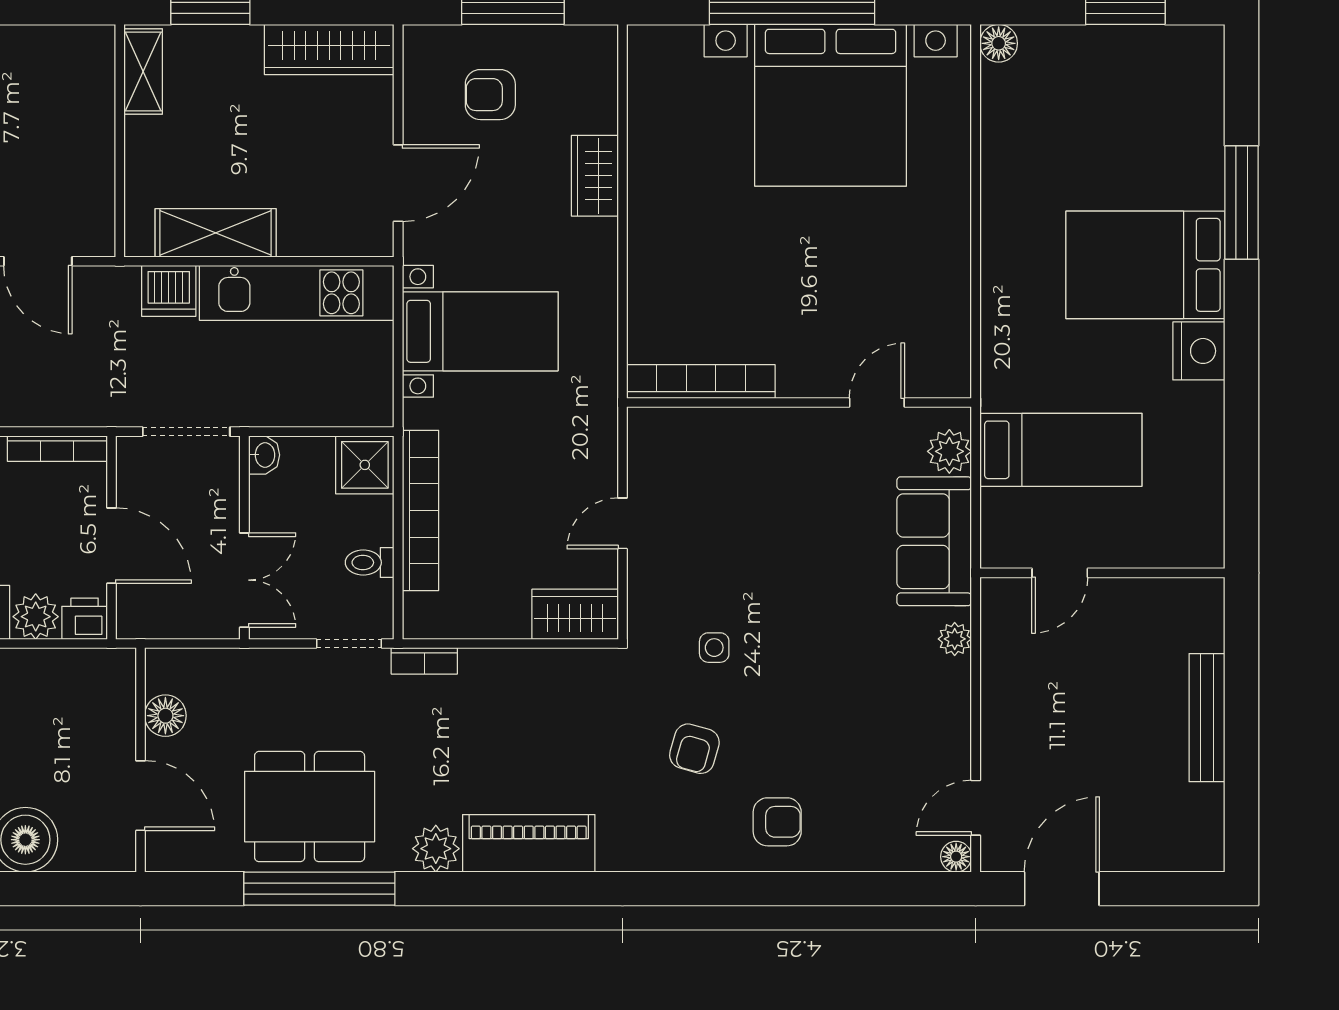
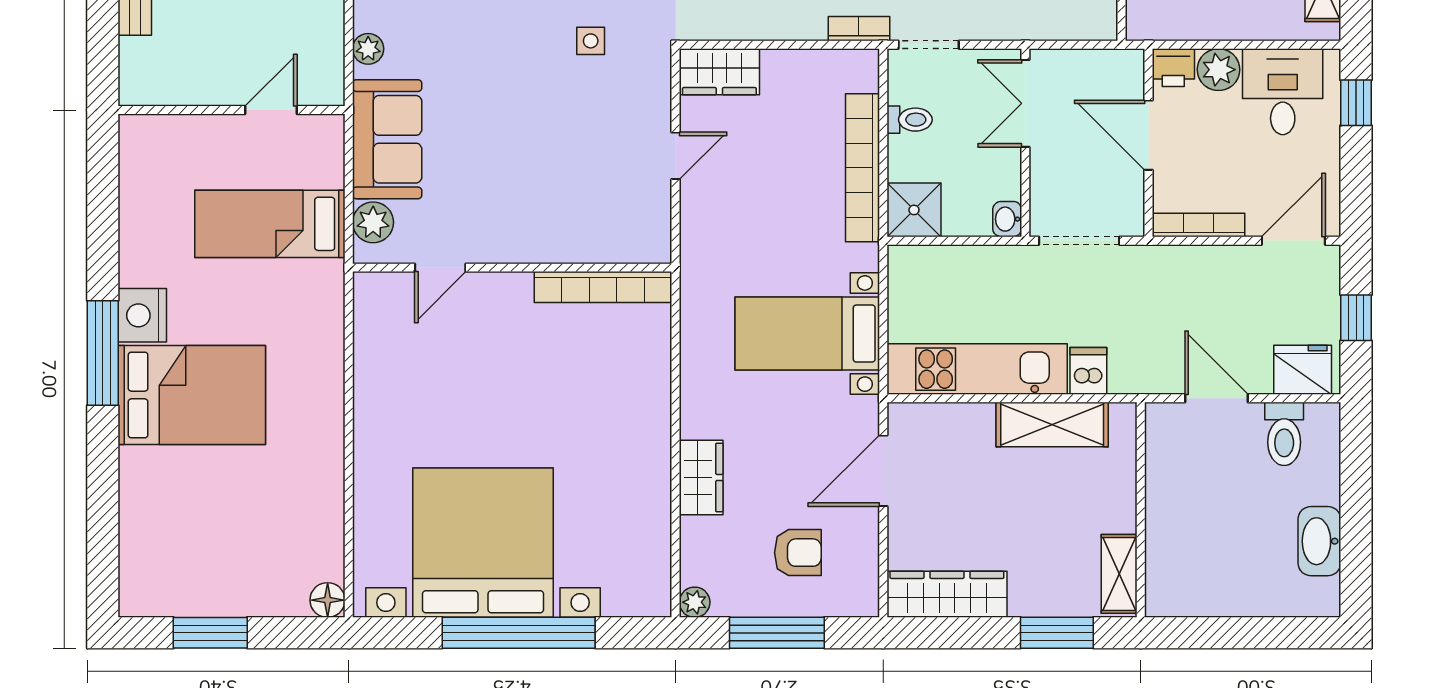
plant: (602, 41) -> (695, 602), added
window: (1242, 203) -> (103, 353), moved
dishwasher: (169, 291) -> (1088, 371), width x0.73

